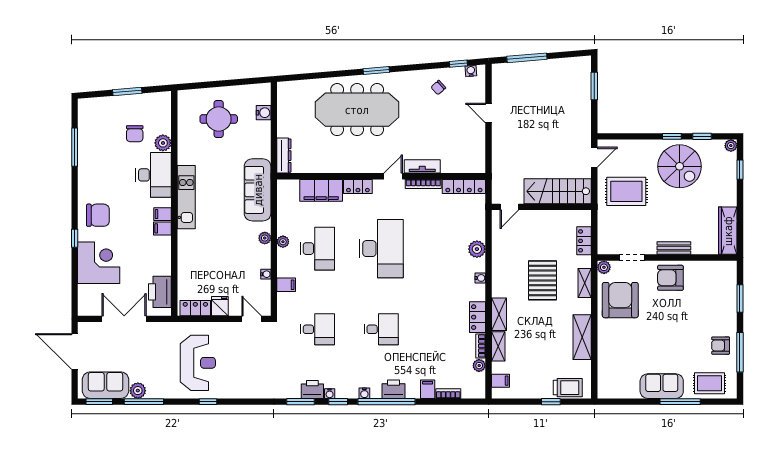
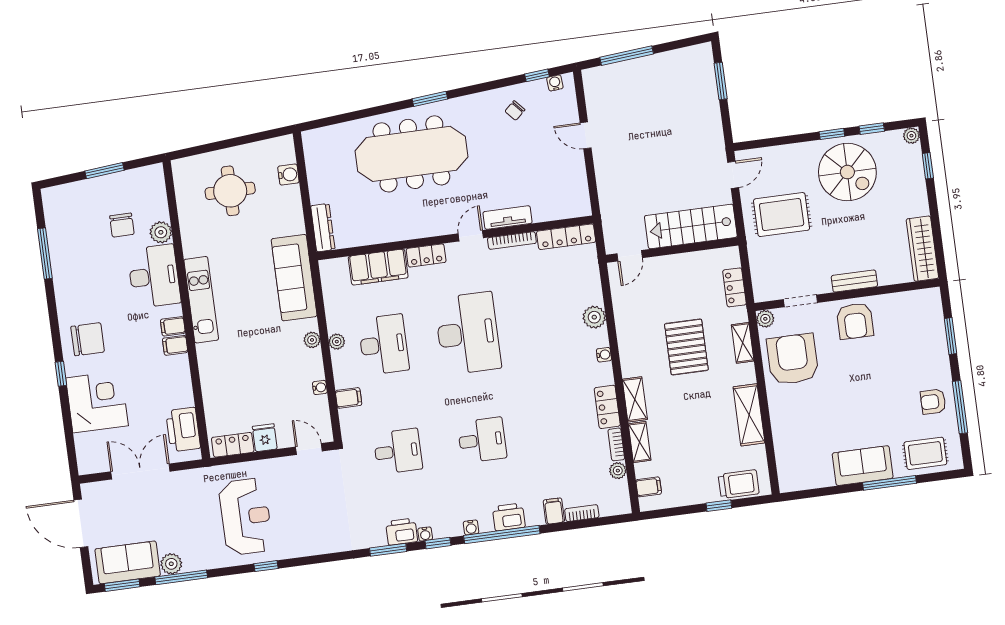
armchair: (670, 278) -> (855, 321), turned -90

